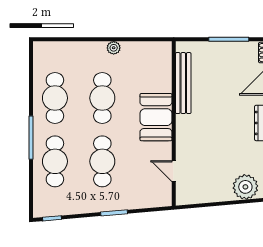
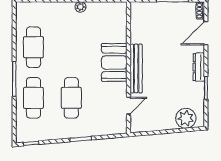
bench: (183, 83) -> (136, 68), moved
cafe table: (102, 98) -> (71, 47), removed
door: (174, 171) -> (128, 106), swing flipped

